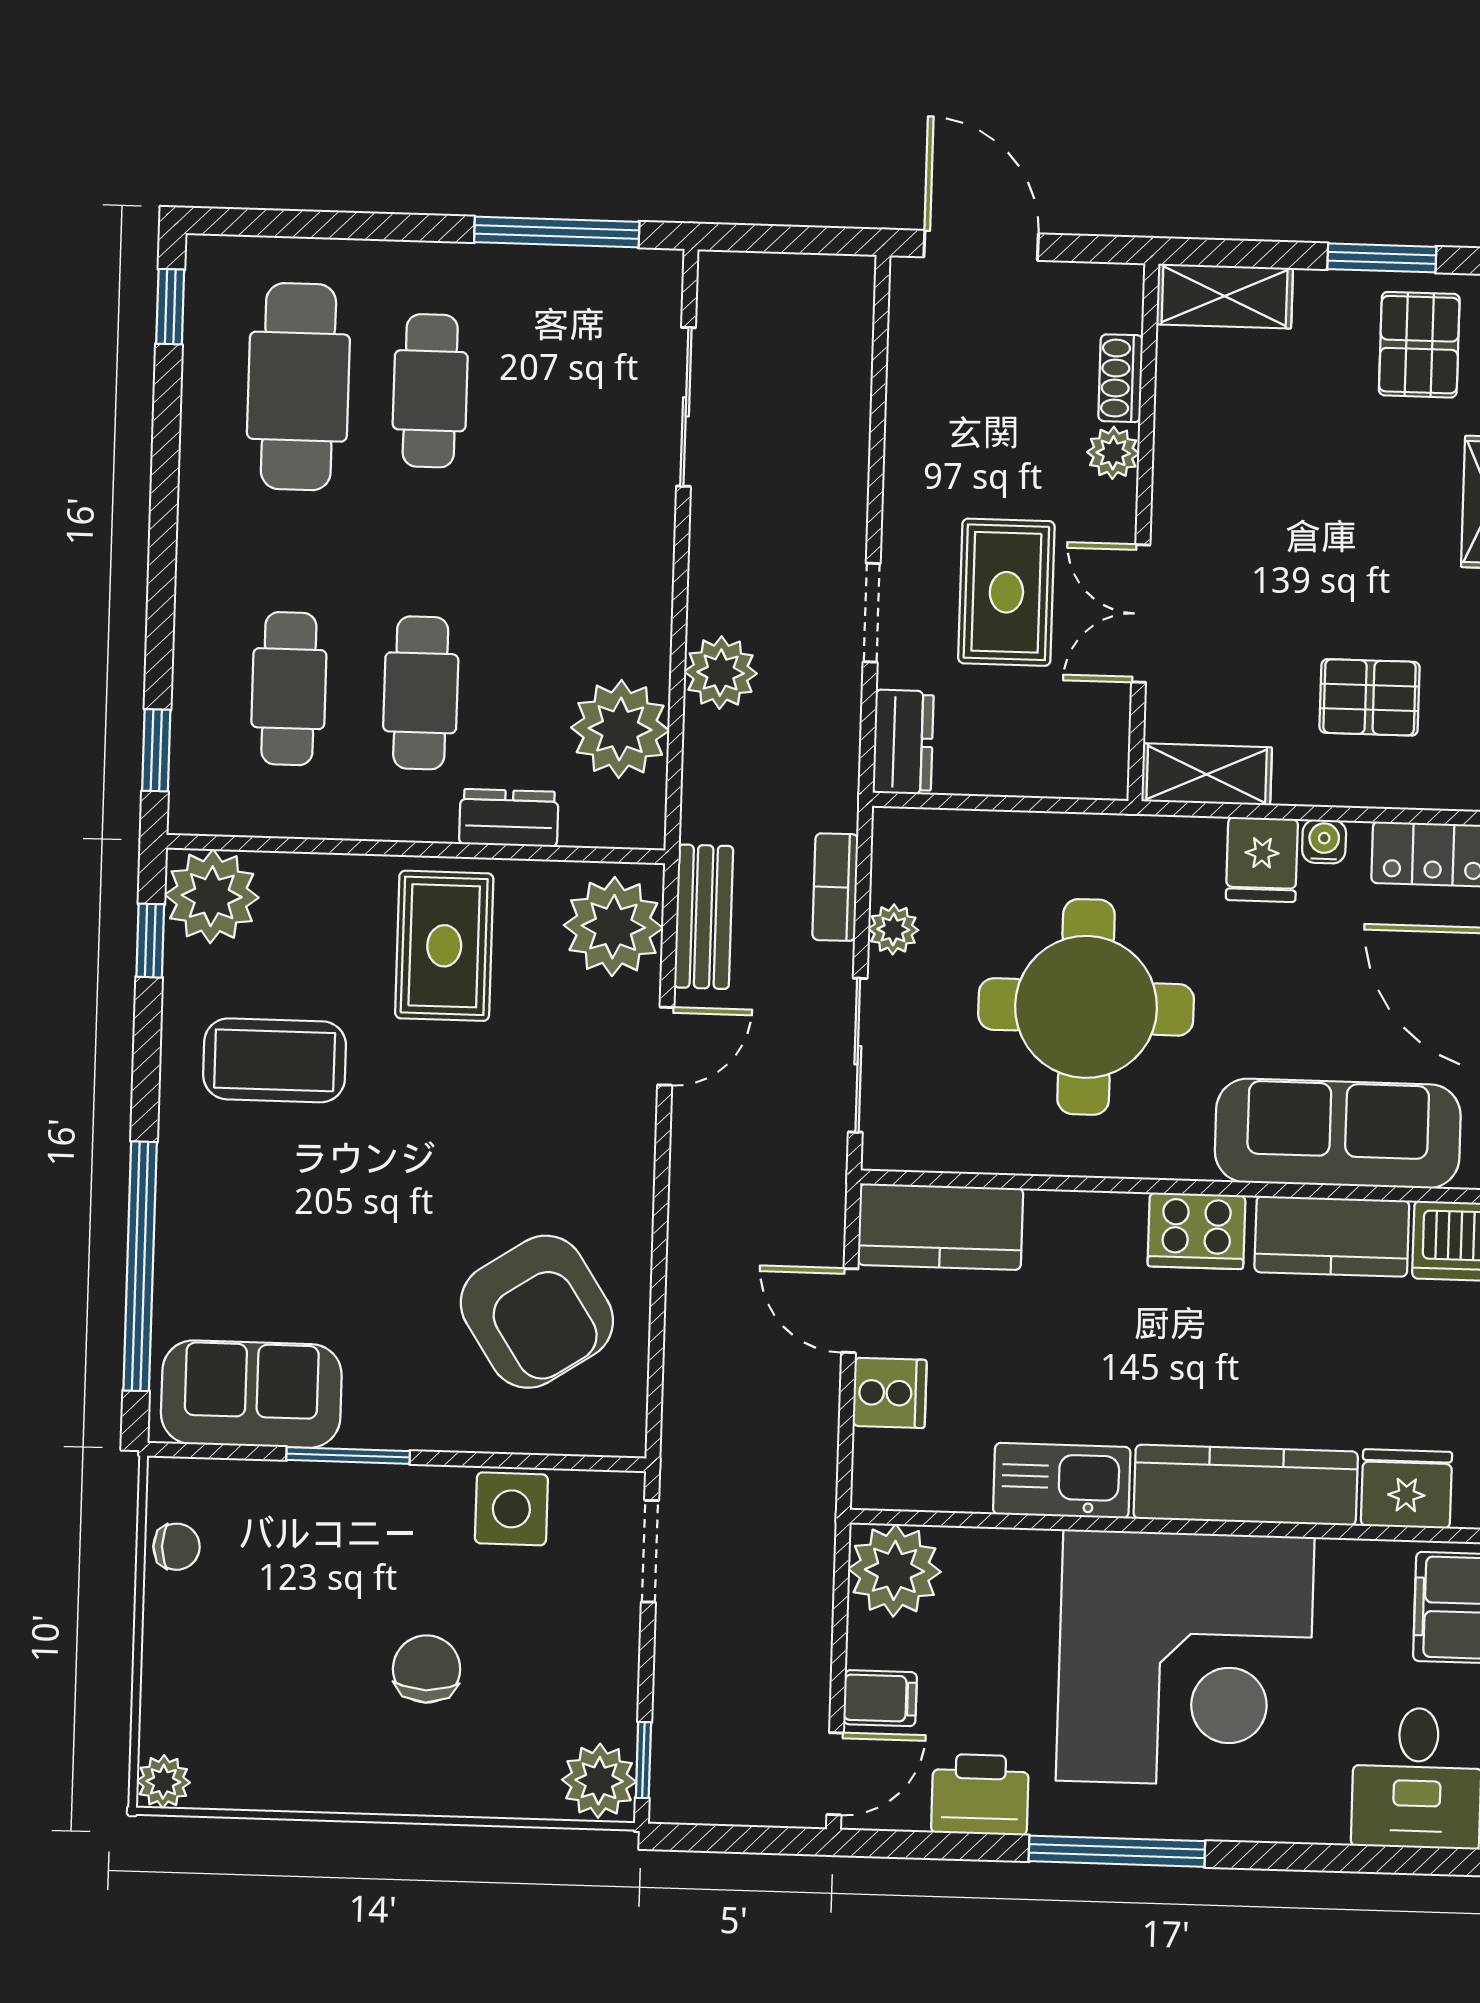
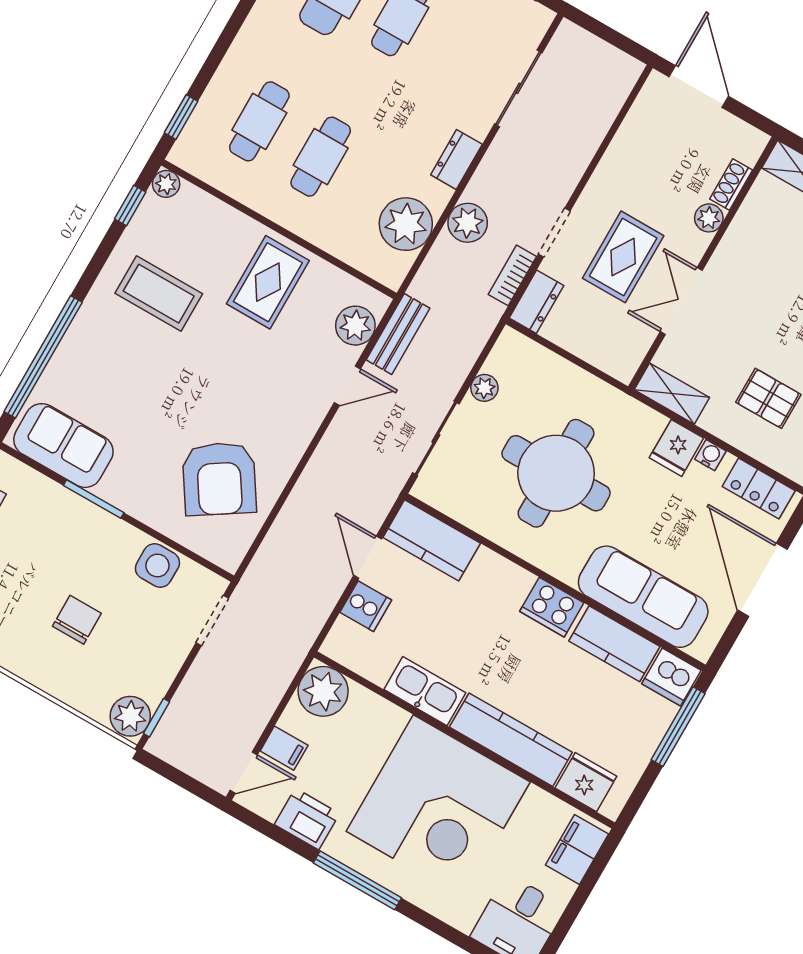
dresser: (509, 818) -> (456, 159), moved, turned -90
bookcase: (835, 887) -> (512, 275), moved
plant: (212, 896) -> (166, 184), width x0.53, depth x0.53
plant: (613, 927) -> (355, 326), width x0.73, depth x0.73

